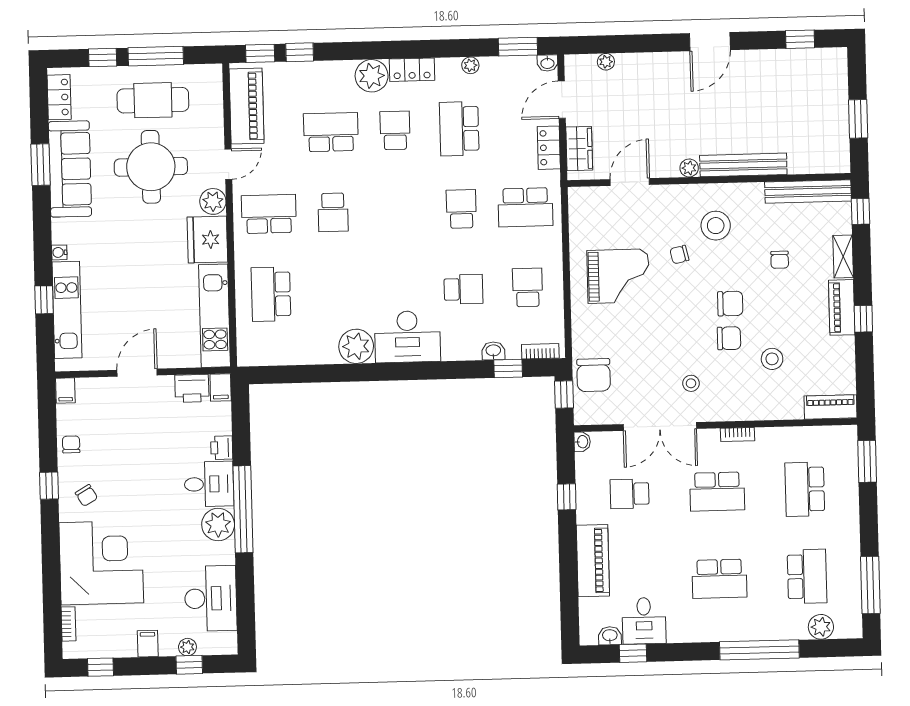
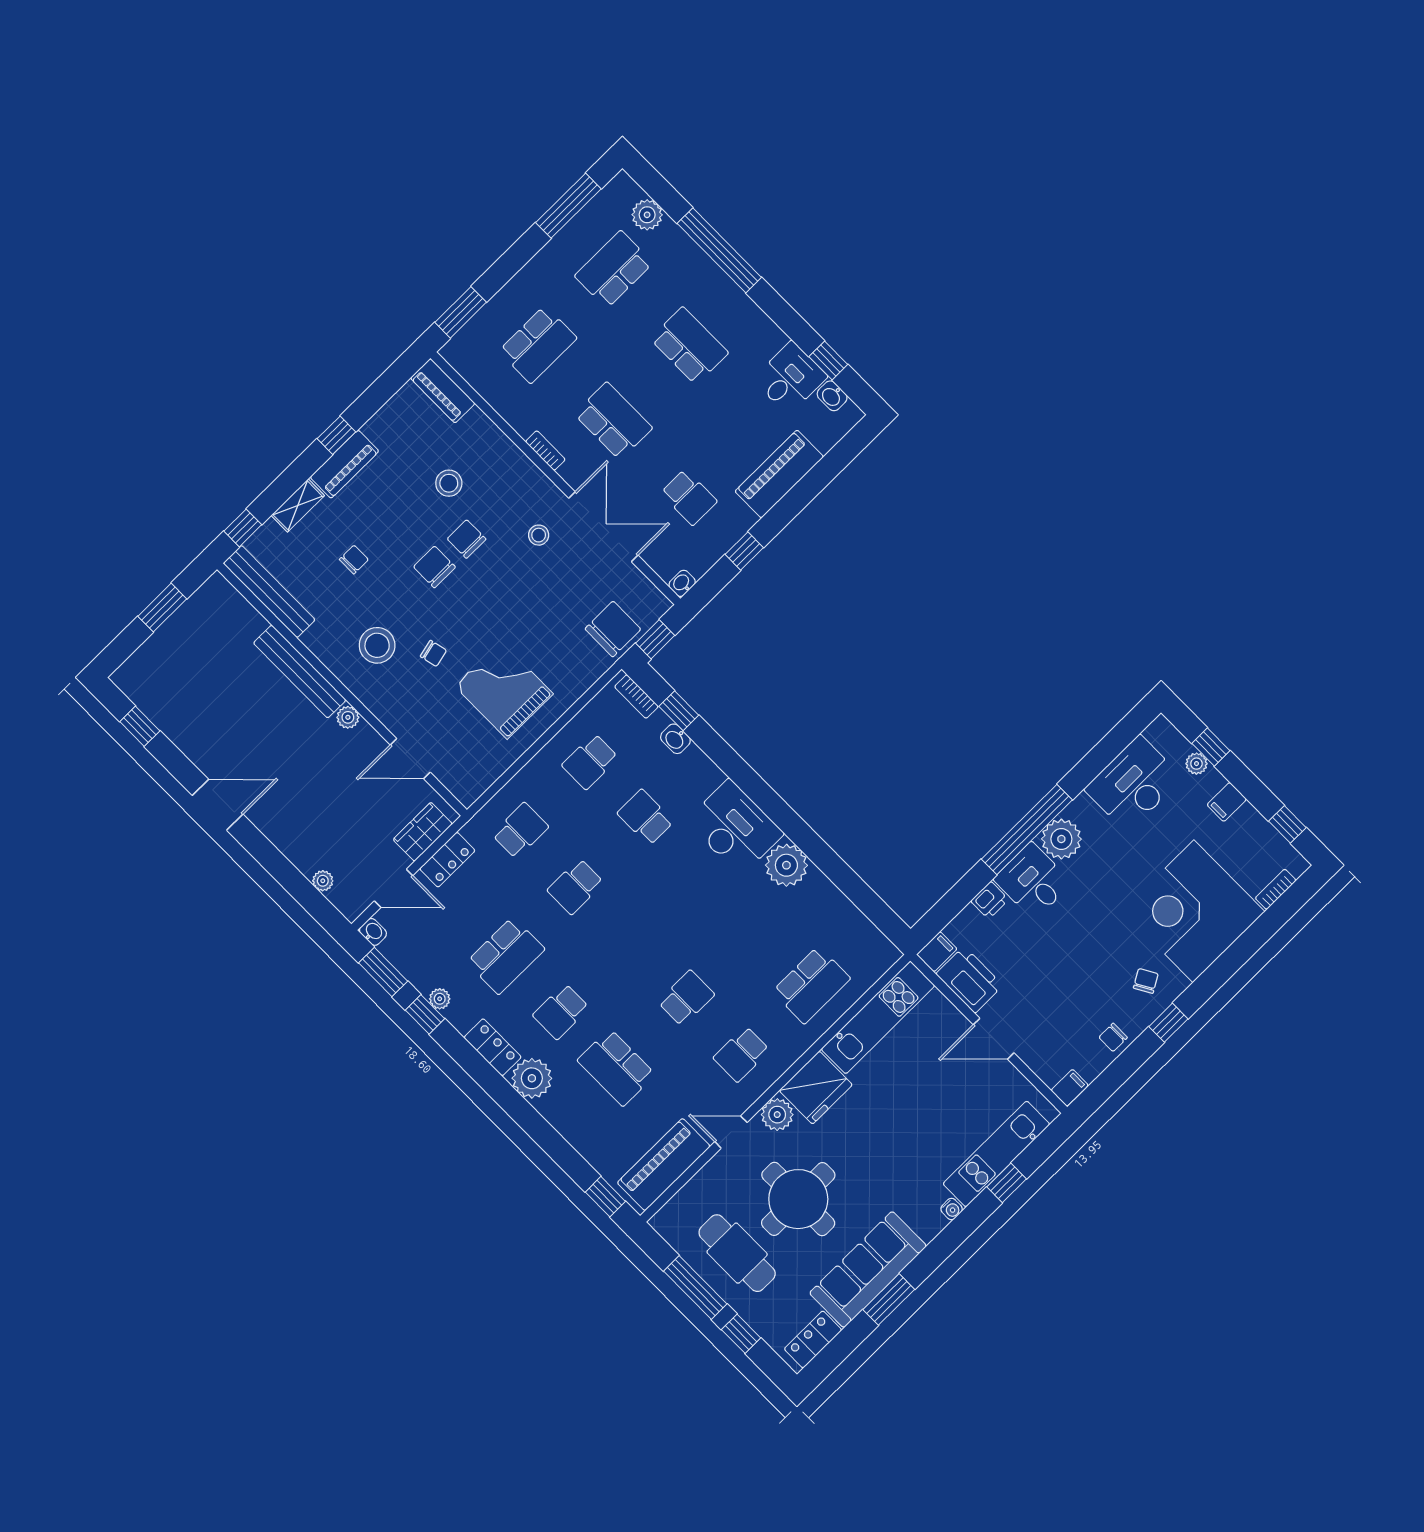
window: (300, 52) -> (425, 1014), moved
school desk: (525, 207) -> (520, 831), width x0.54
school desk: (269, 214) -> (741, 1054), width x0.54
printer: (192, 388) -> (969, 980), width x1.37, depth x1.19

